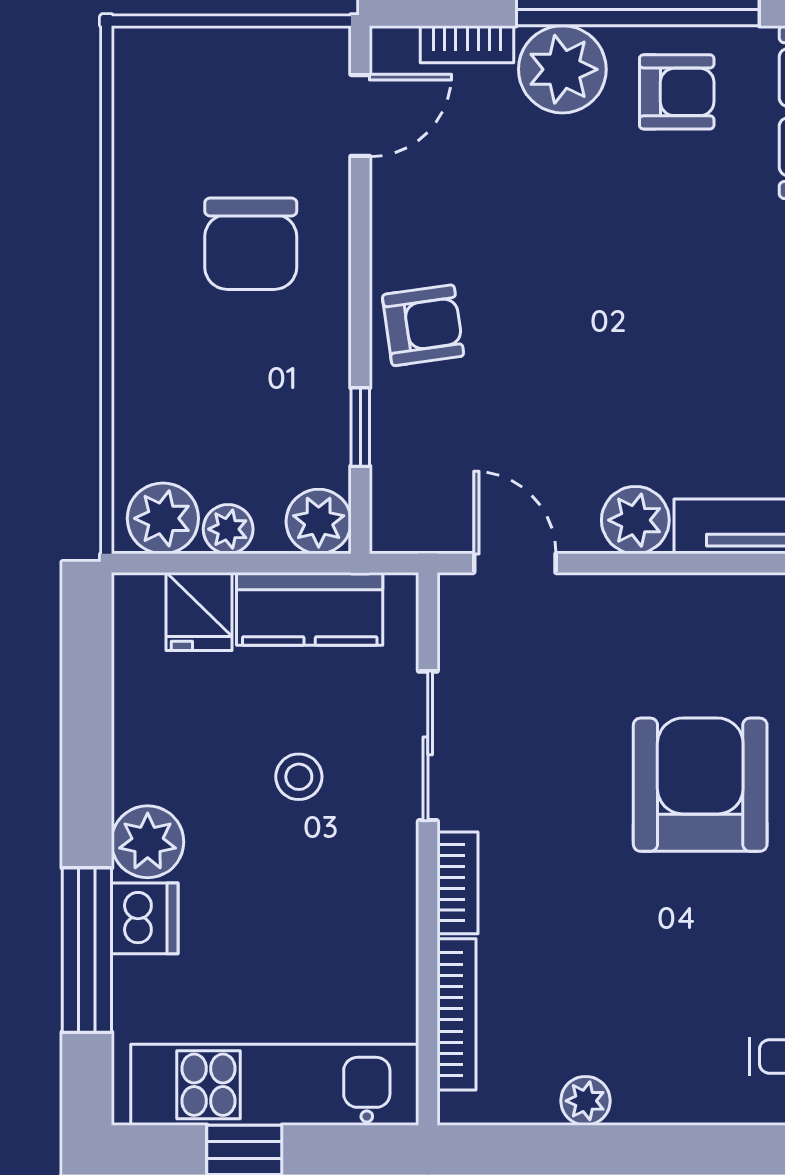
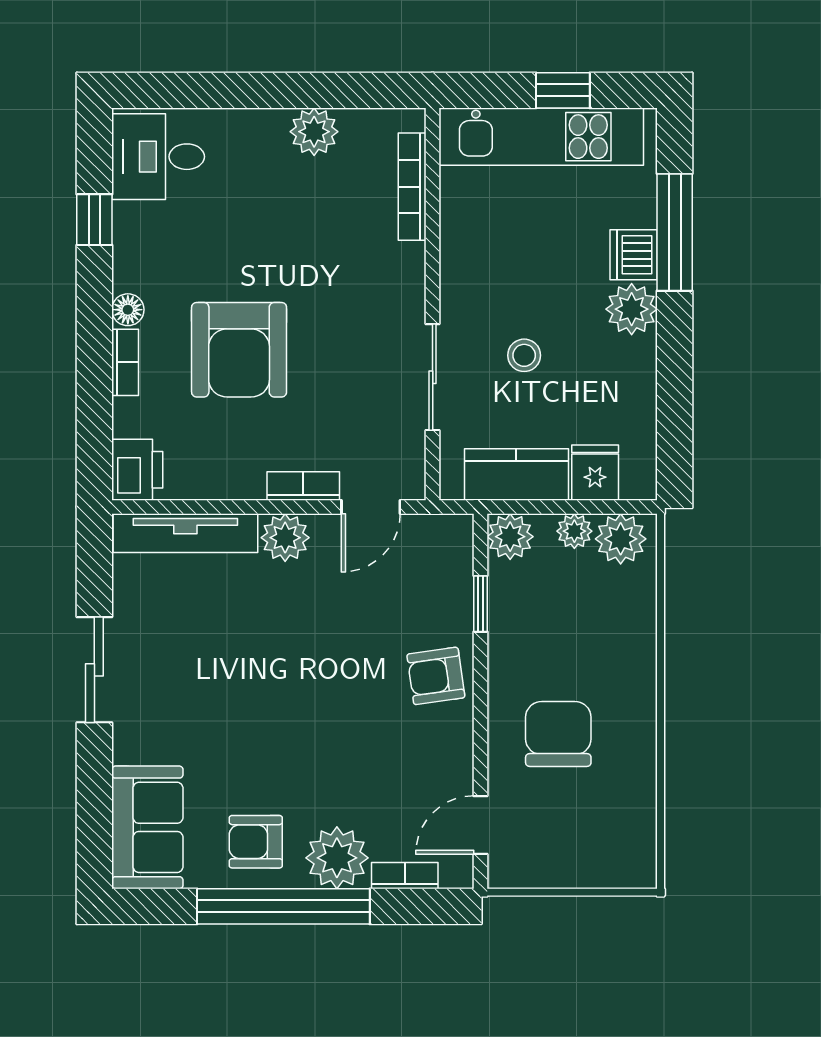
door: (515, 563) -> (371, 507), hinge flipped
bookcase: (457, 883) -> (303, 486), moved, turned 90
plant: (586, 1101) -> (314, 132), width x1.38, depth x1.38

